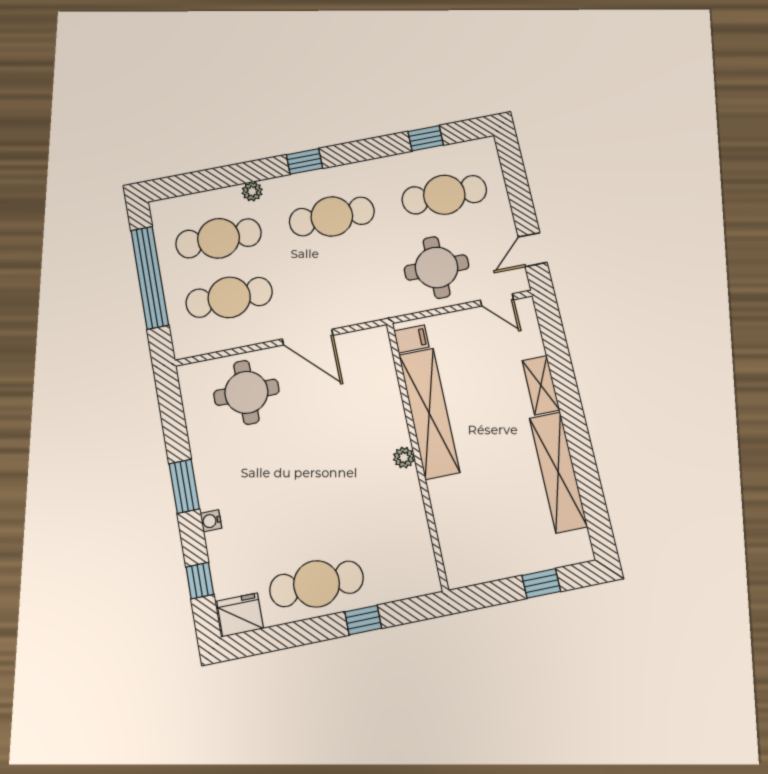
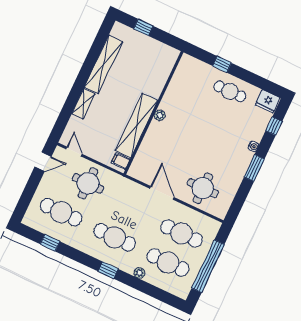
cafe table: (317, 584) -> (230, 91), width x0.73, depth x0.74

